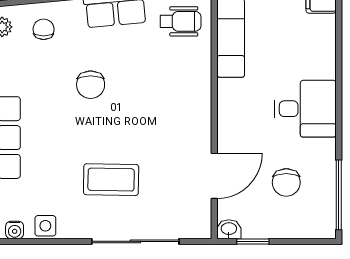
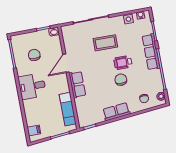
wheelchair: (181, 21) -> (123, 62), moved
row of seats: (197, 92) -> (77, 85), added
door: (214, 176) -> (66, 63), moved

